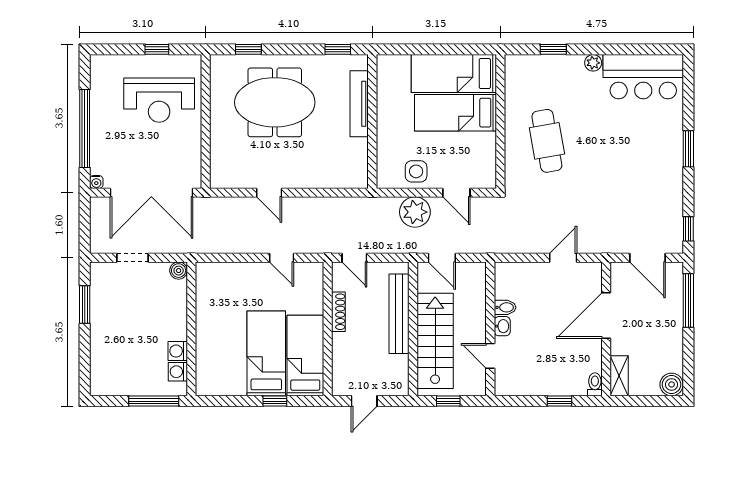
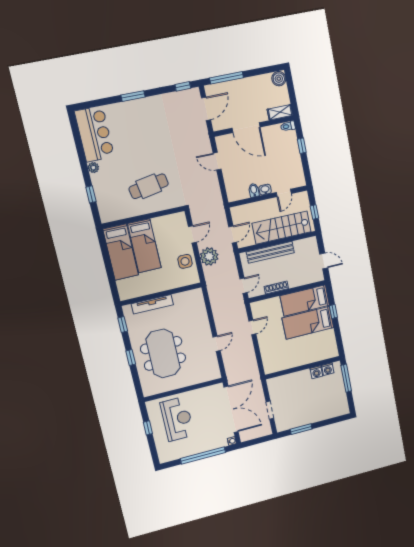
window: (248, 49) -> (131, 357), moved
boiler: (179, 271) -> (272, 383), removed

